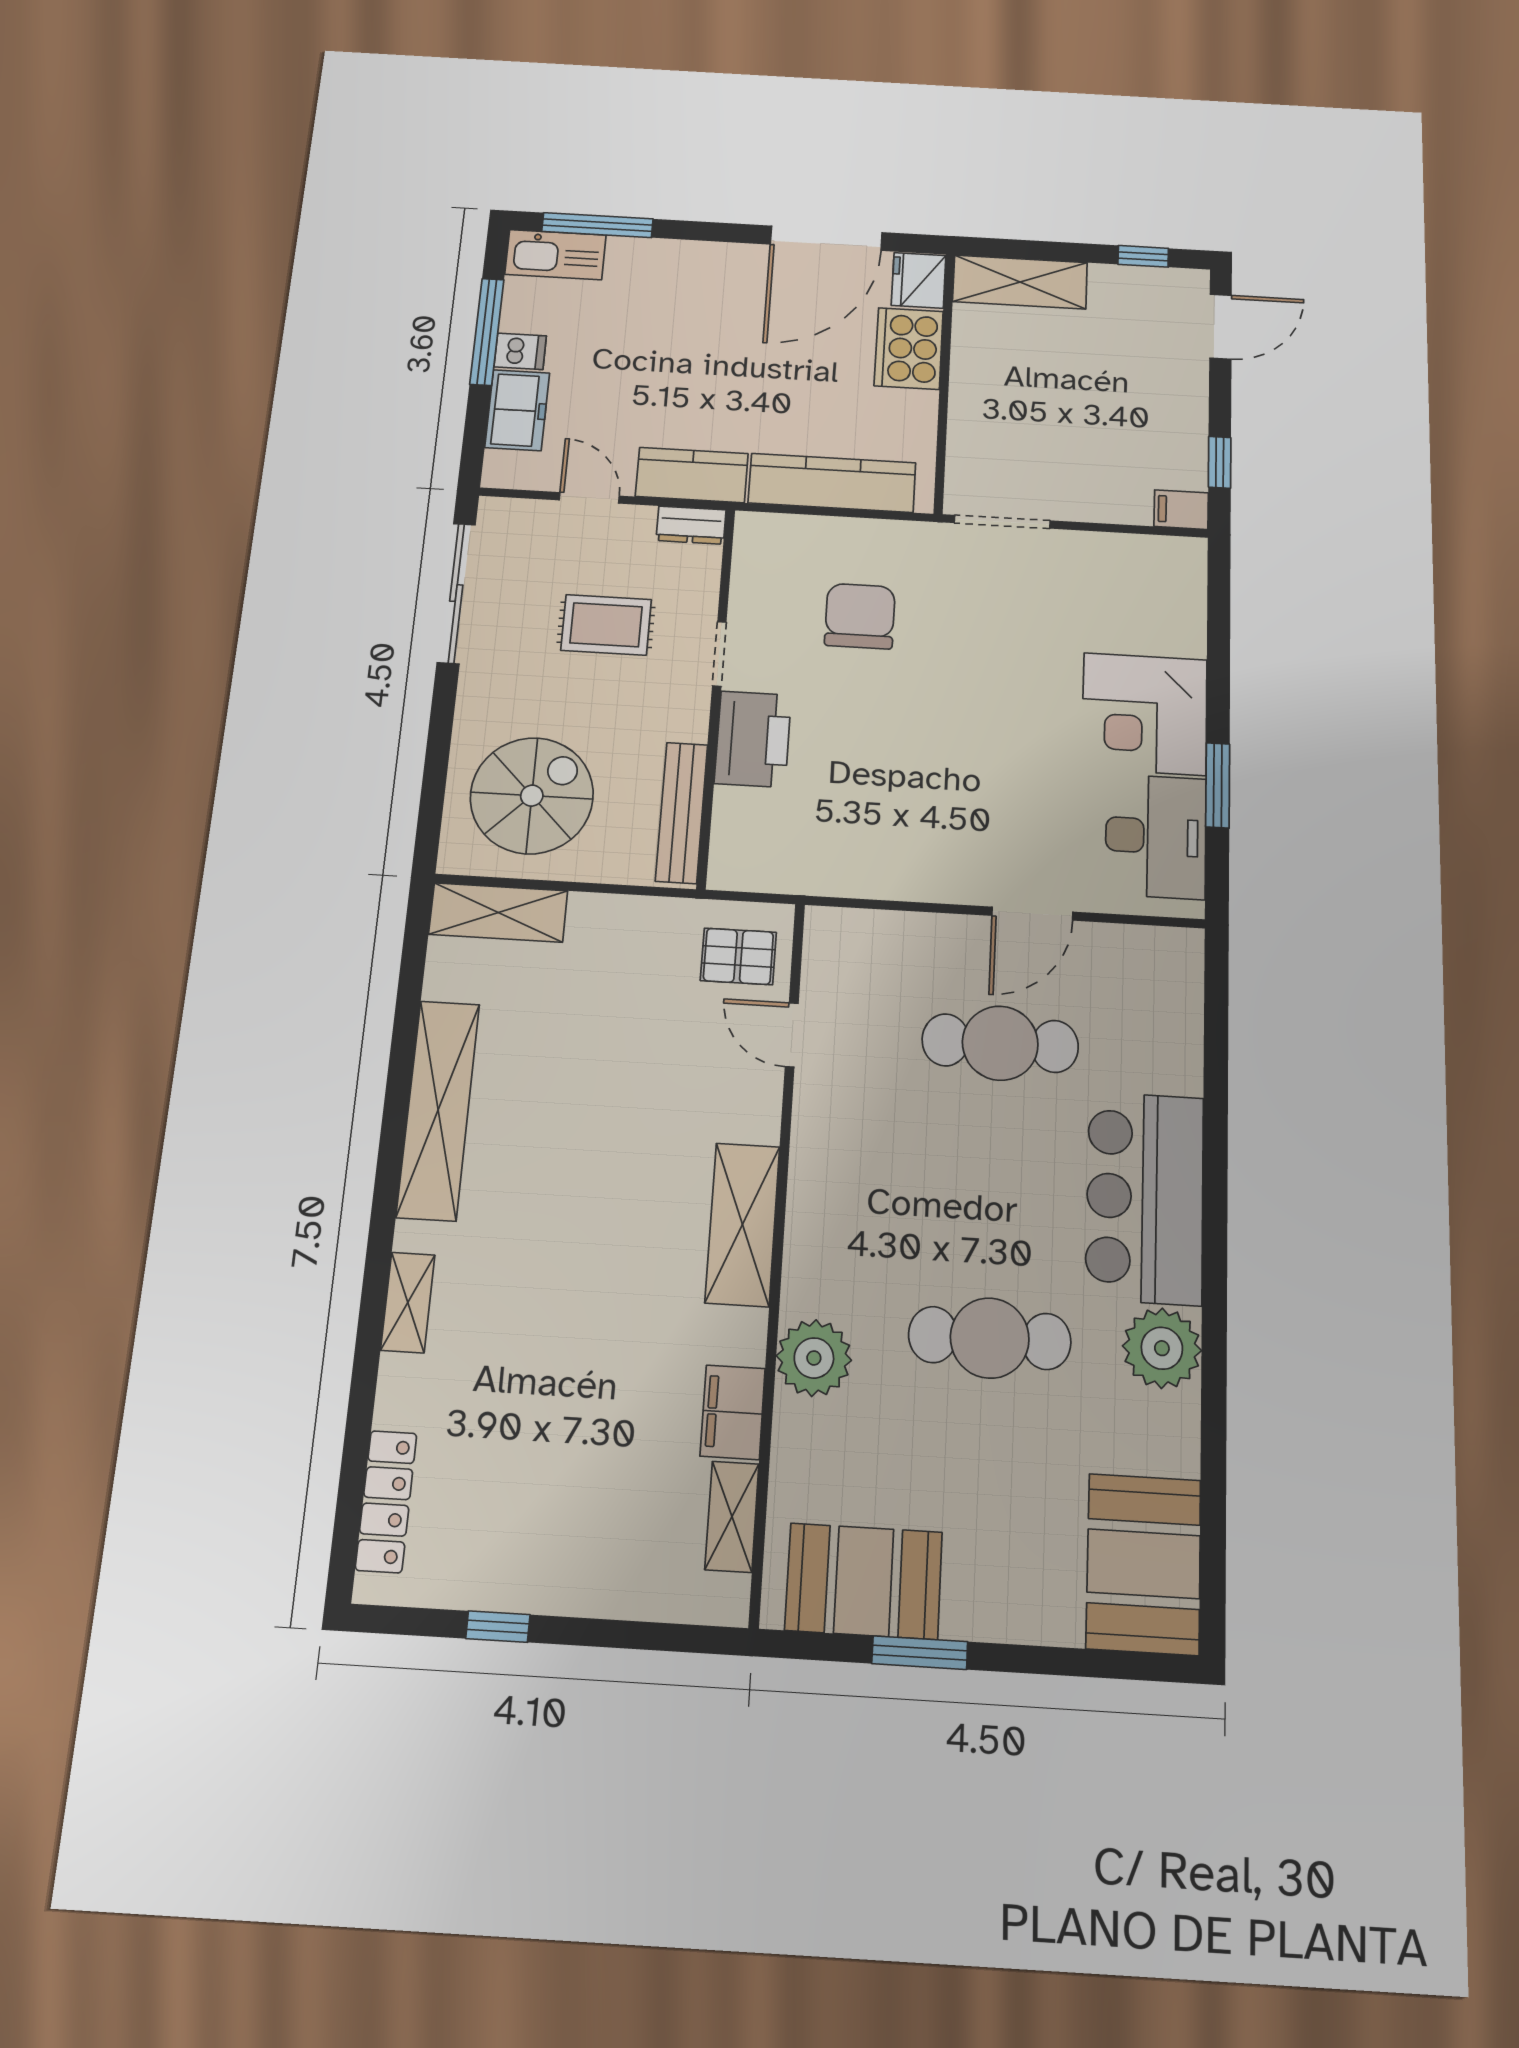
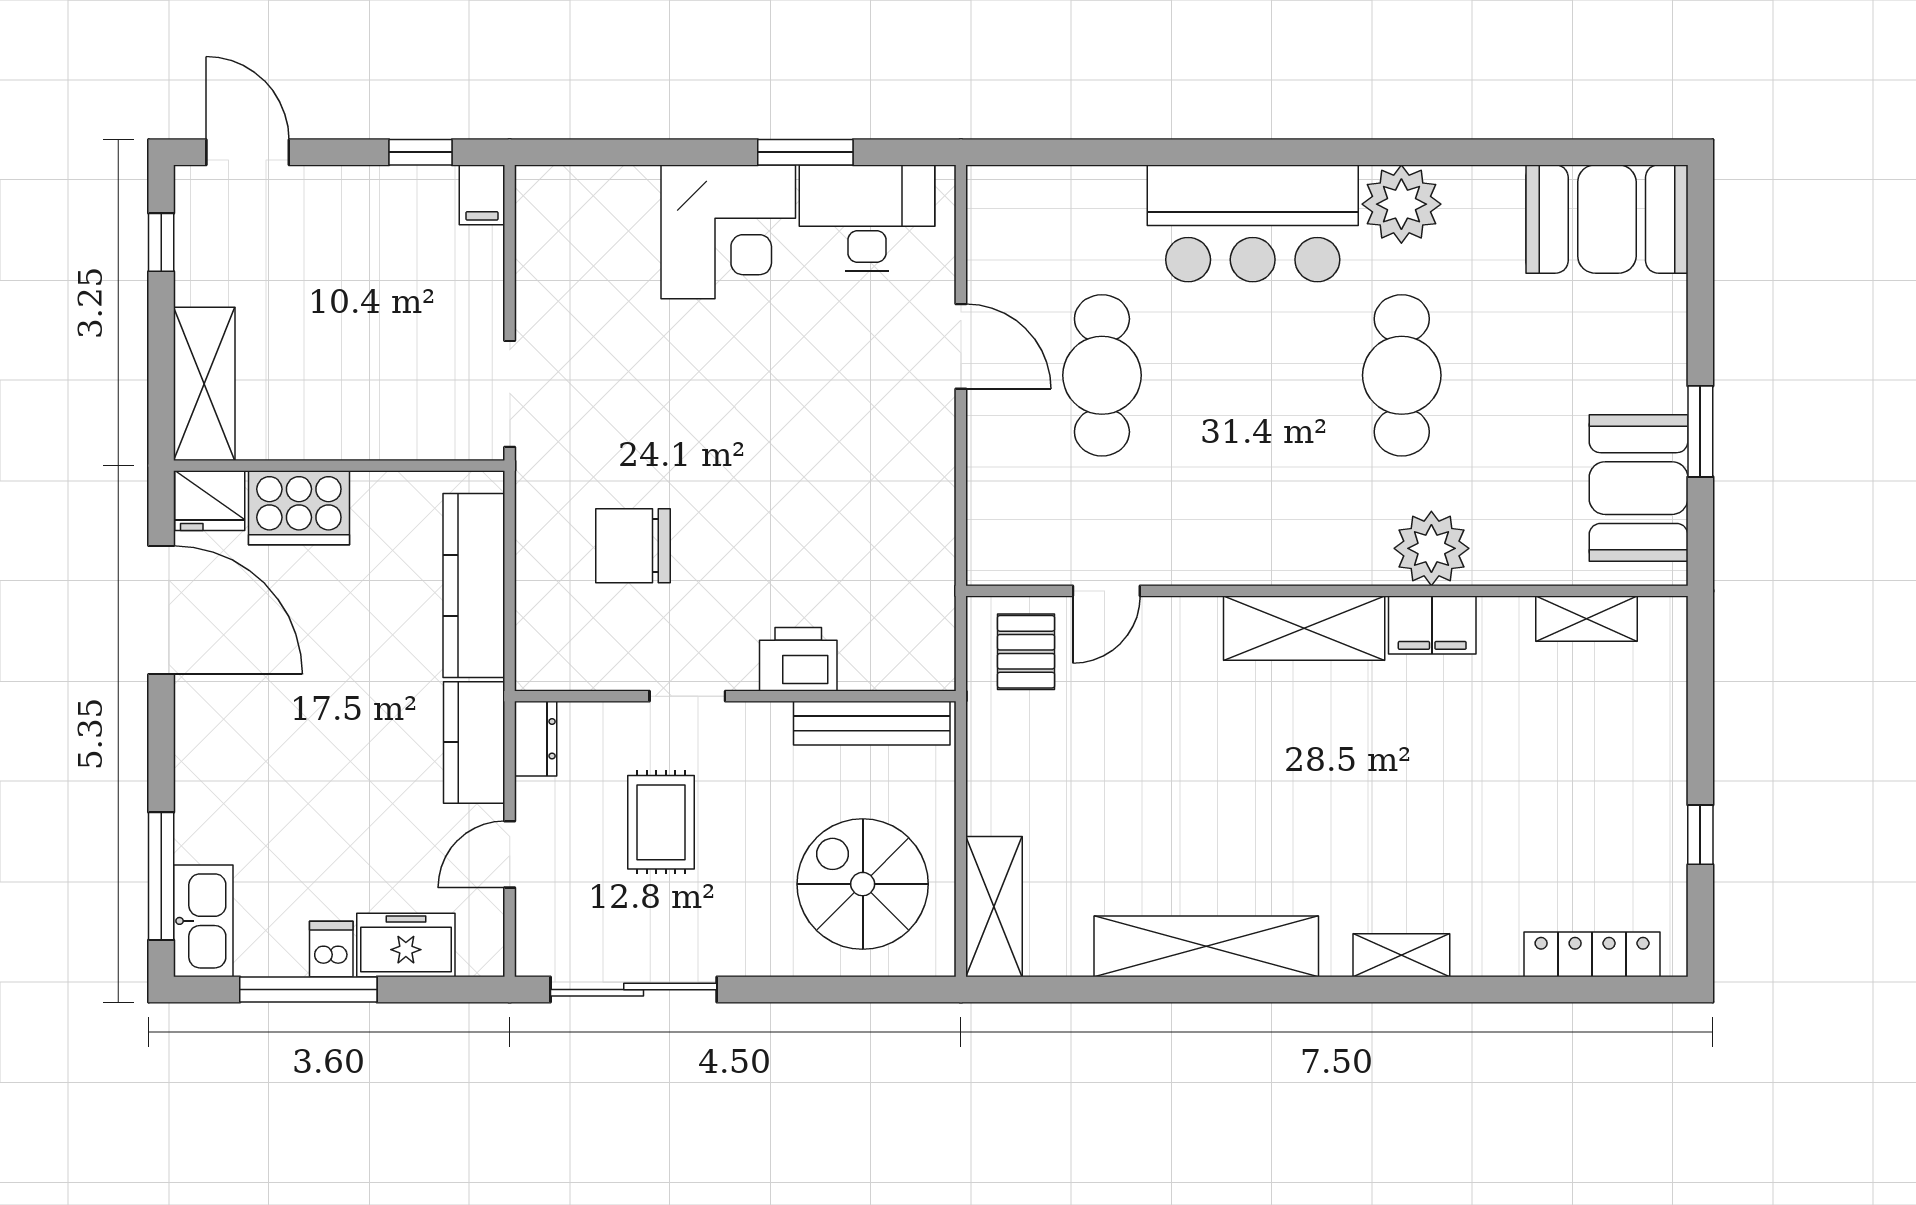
printer: (753, 739) -> (798, 659), width x0.73, depth x0.84
filing cabinet: (733, 1412) -> (1432, 625), moved

